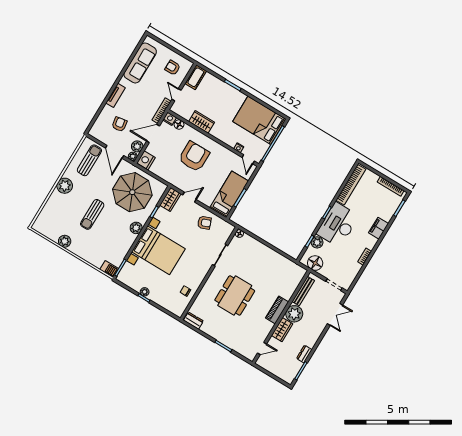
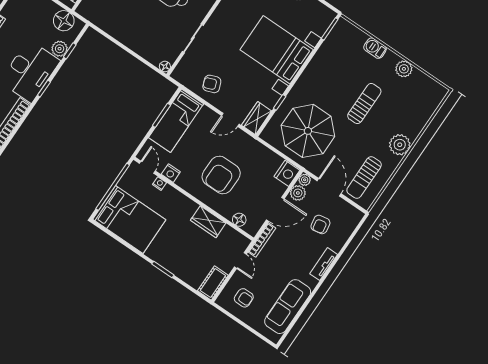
nightstand: (170, 119) -> (171, 173), moved
plant: (136, 228) -> (305, 82), removed
barbecue: (109, 269) -> (375, 48), moved

